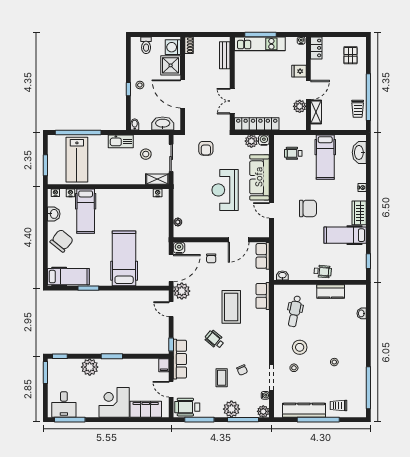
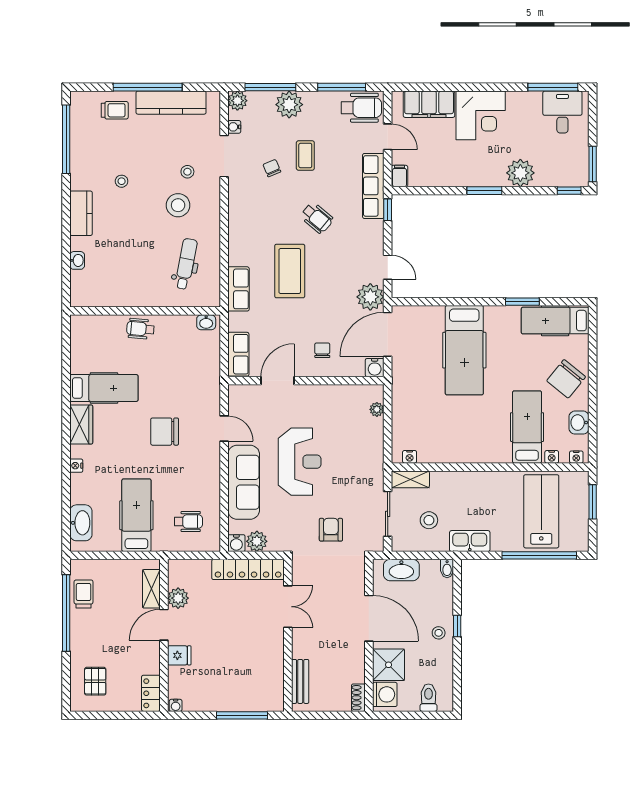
kitchen unit: (260, 44) -> (243, 700), removed
window: (368, 261) -> (66, 346), removed
kitchen counter: (331, 292) -> (81, 213), moved, turned 90

